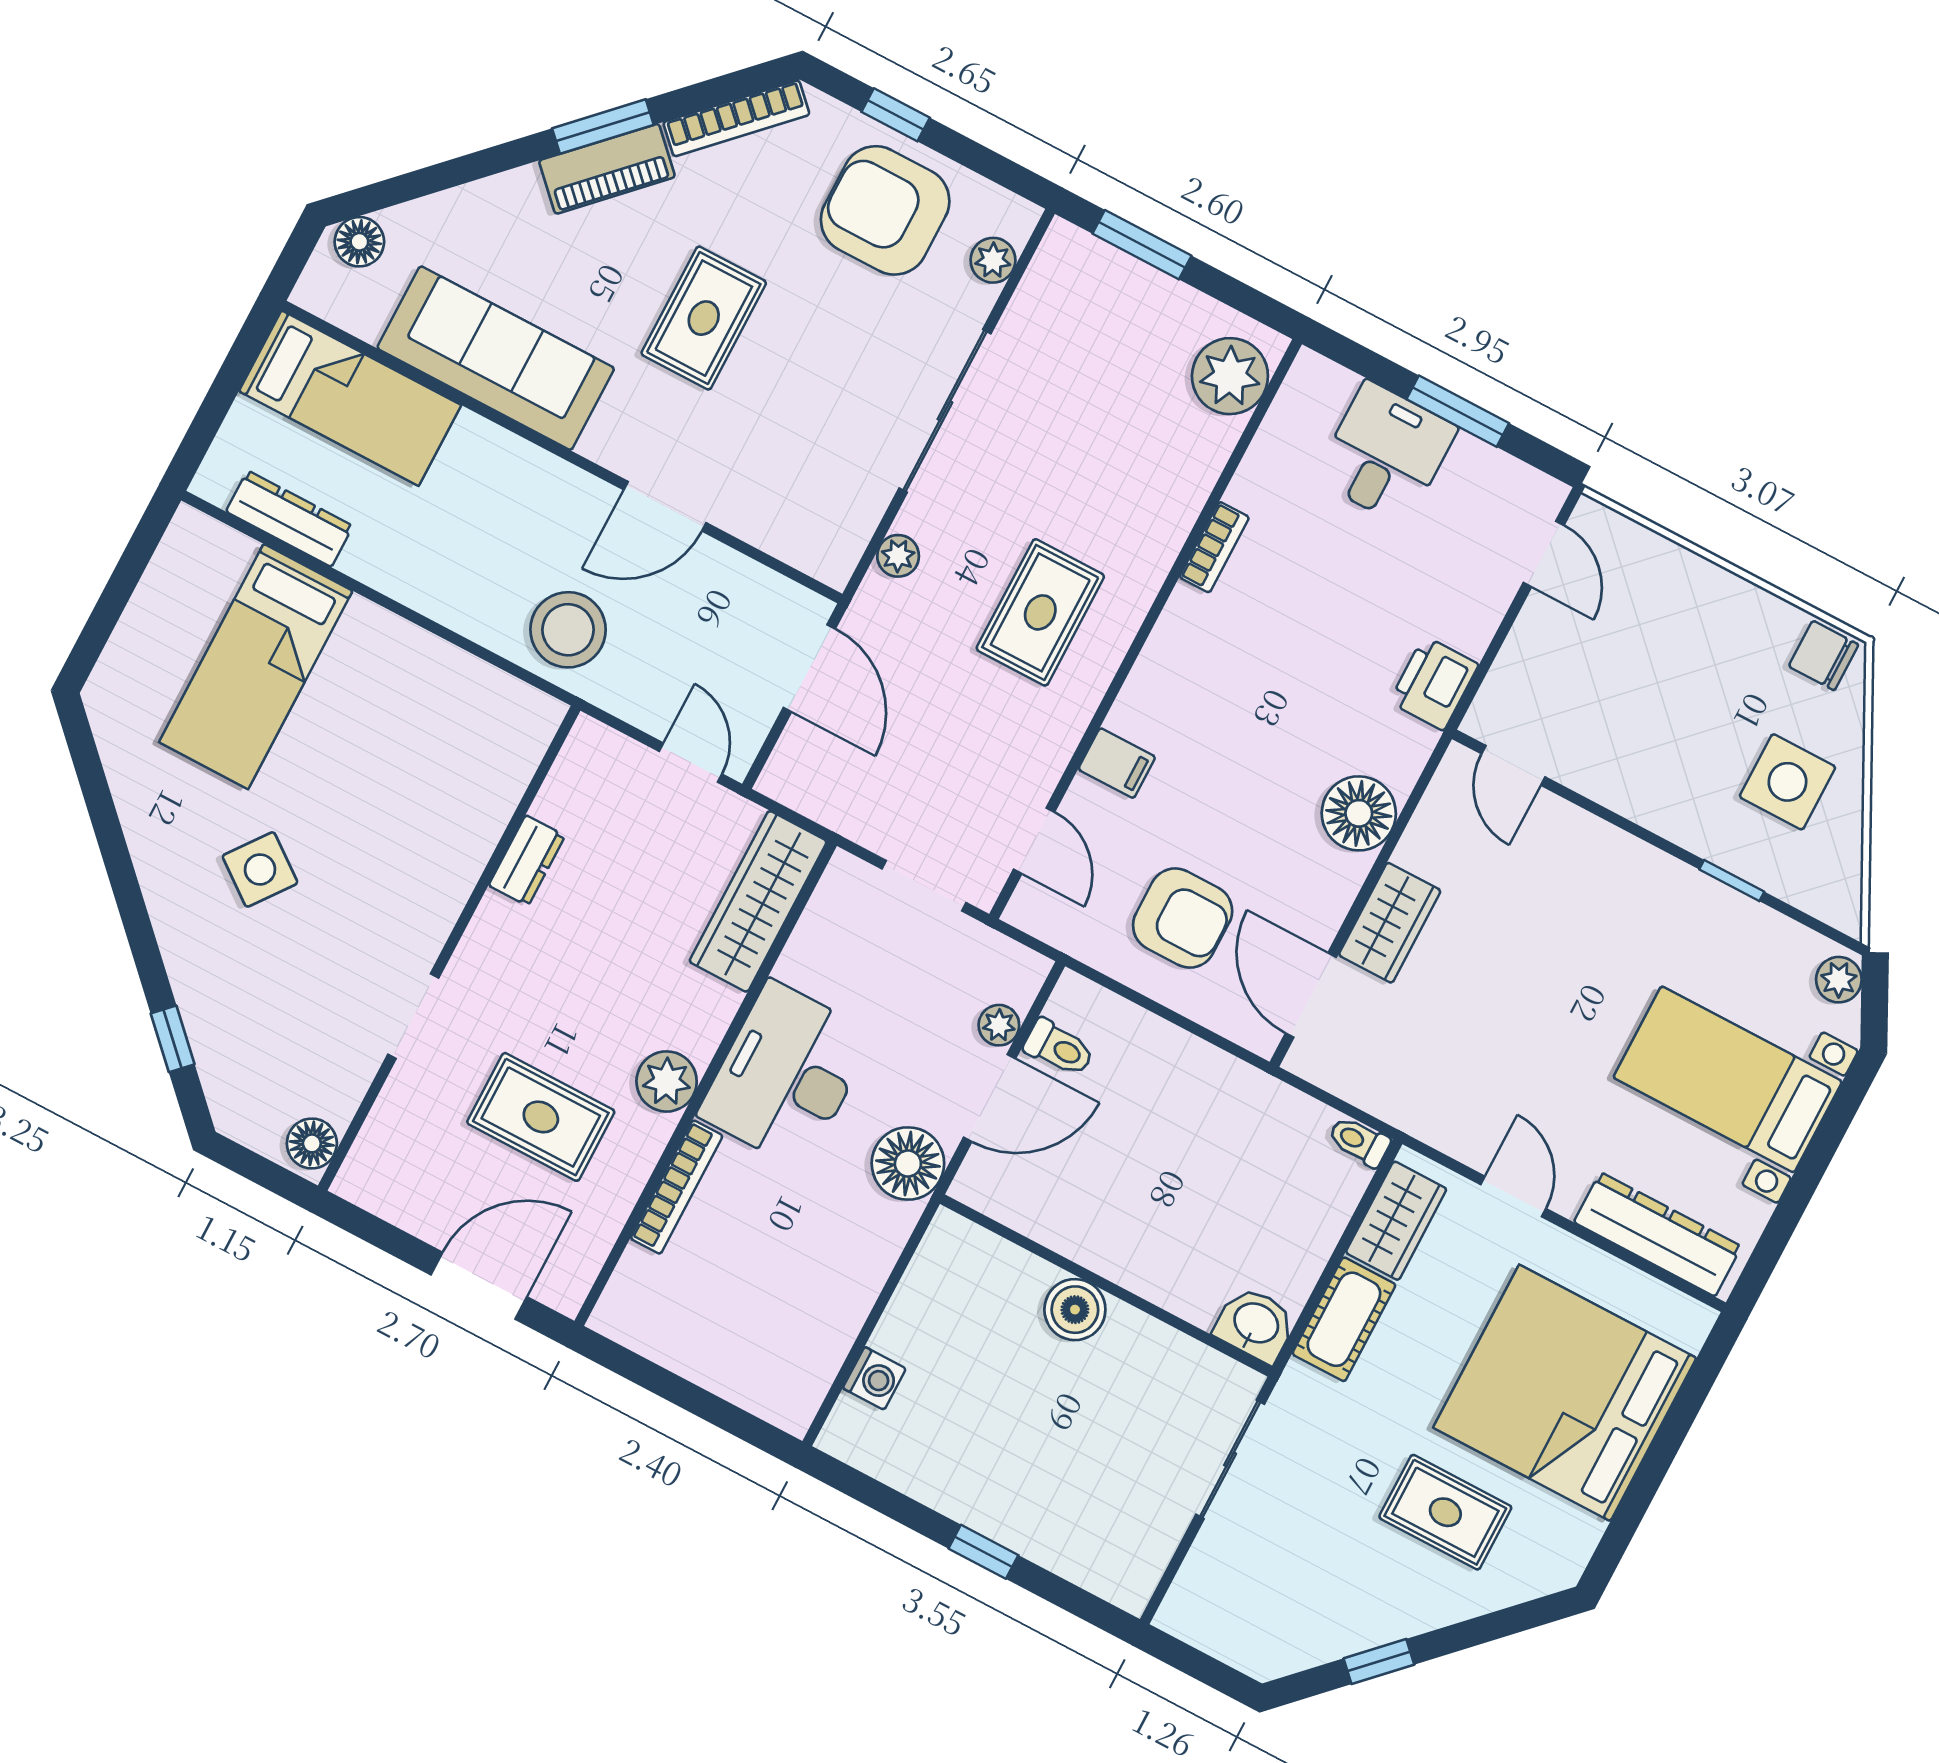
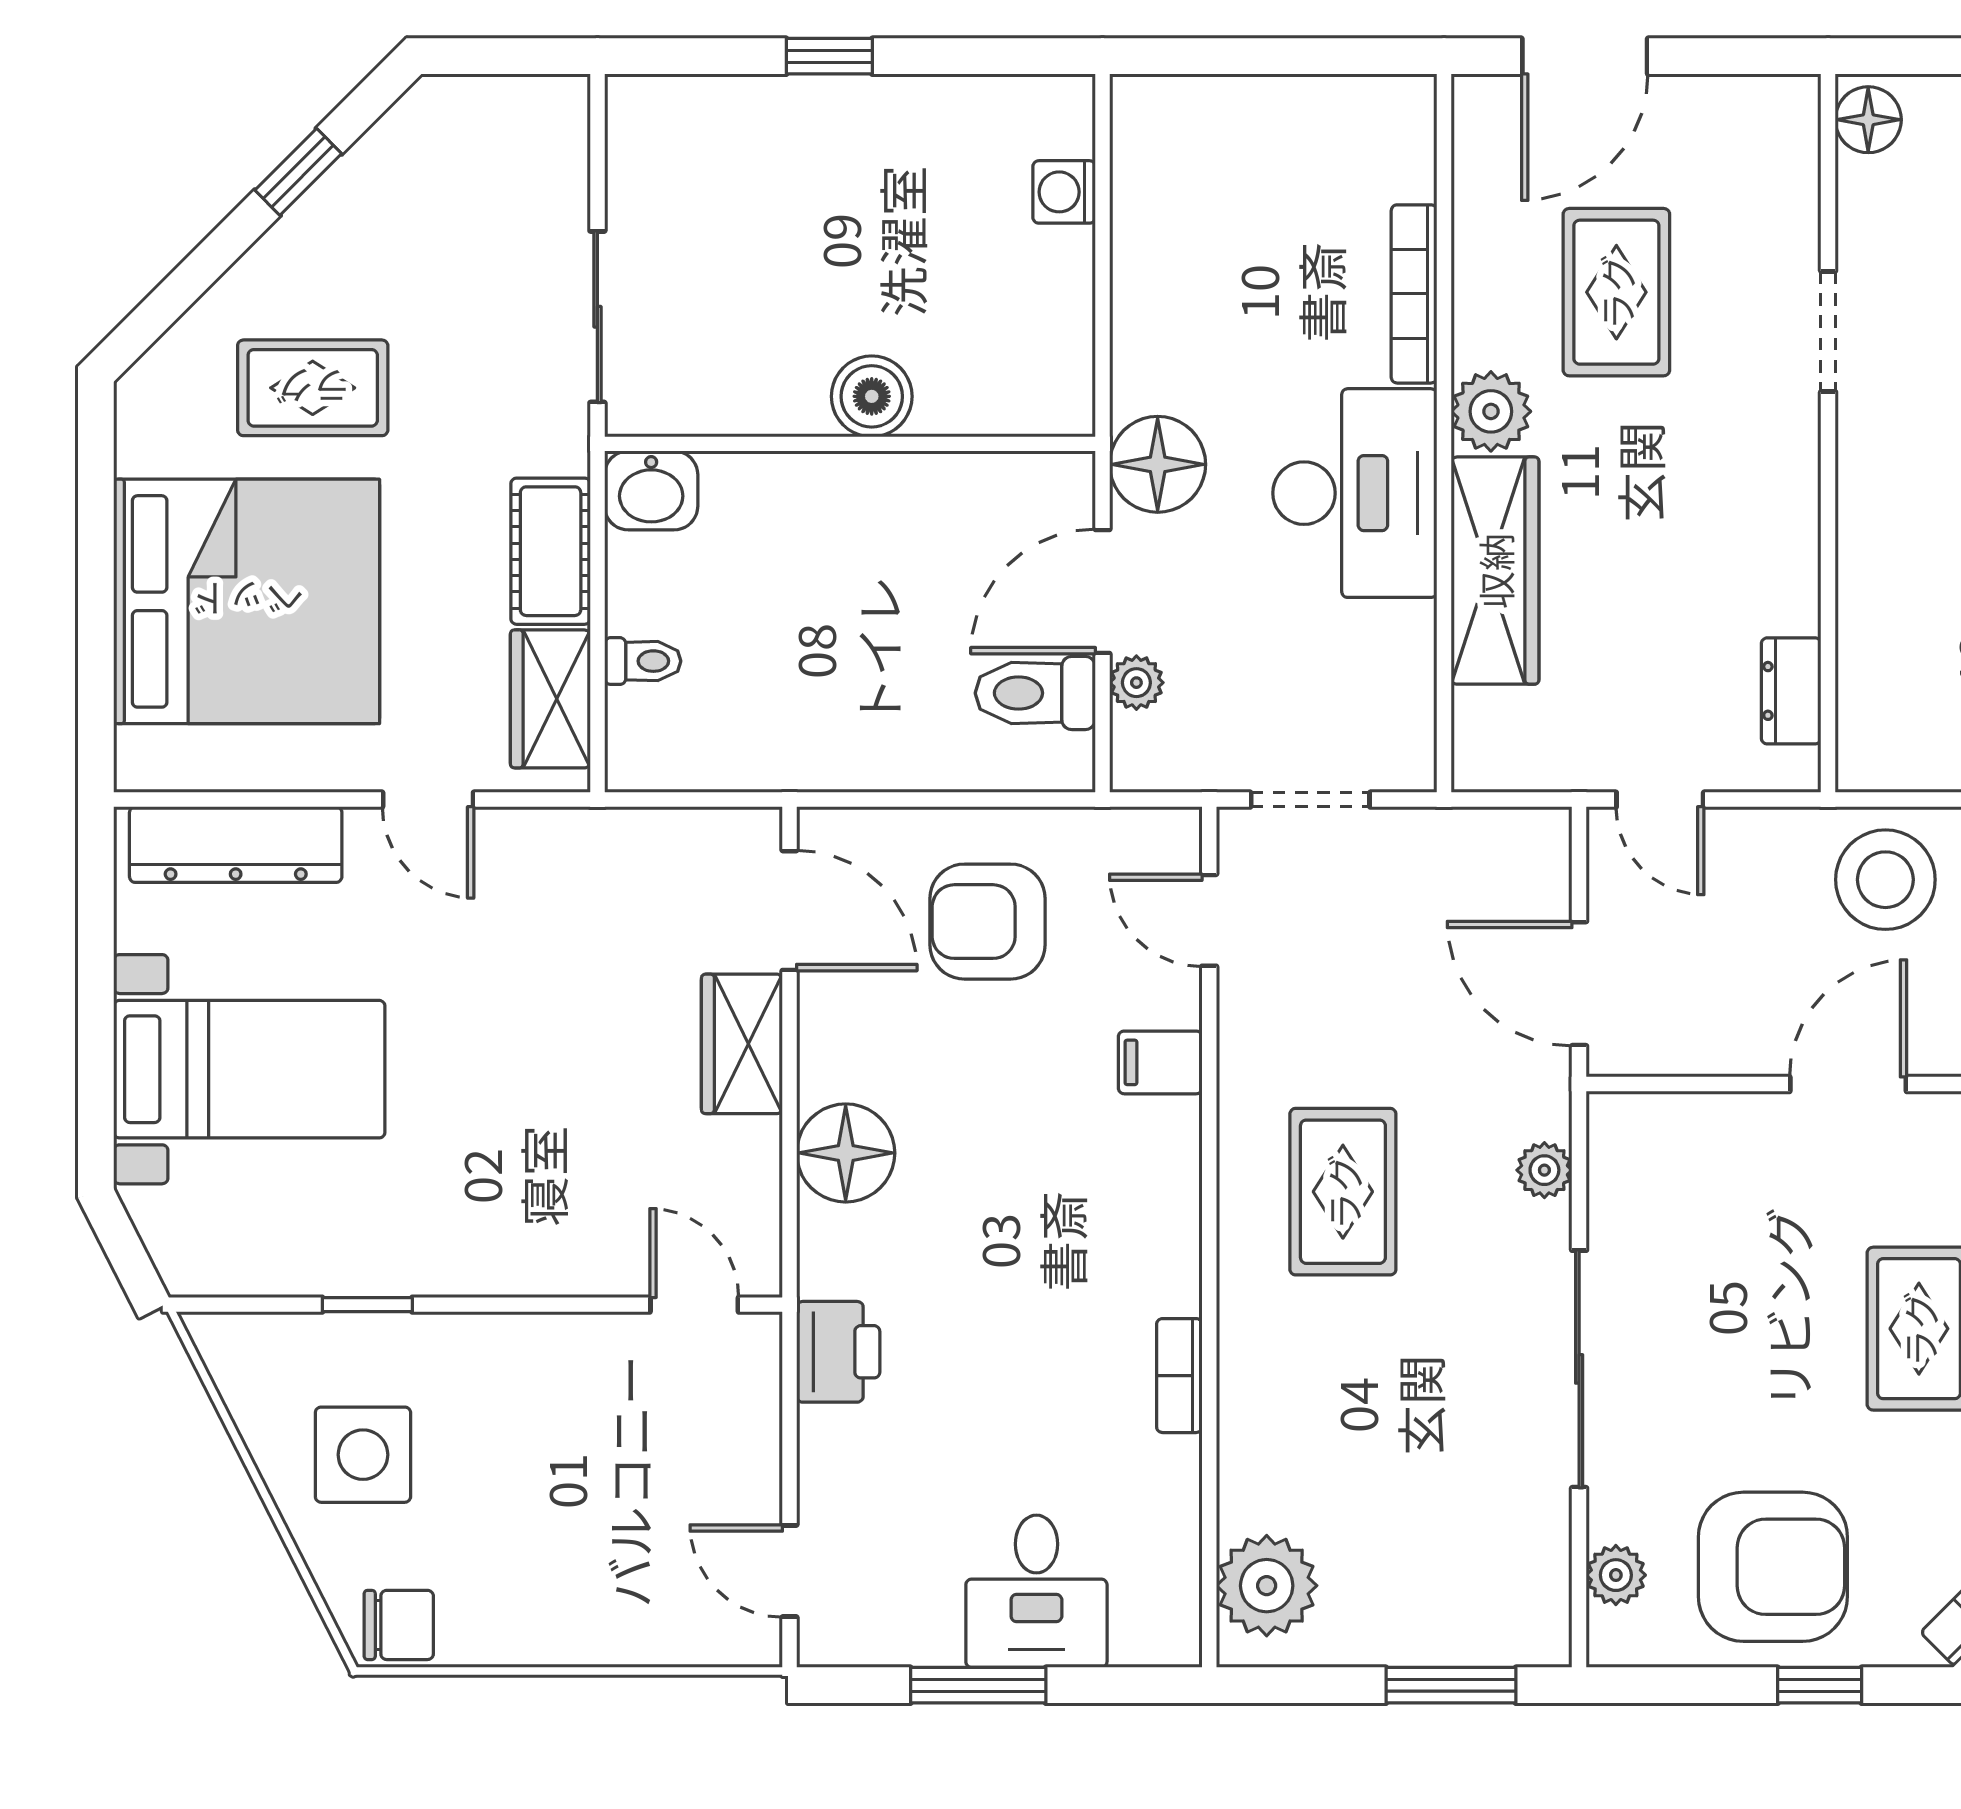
dresser: (527, 861) -> (1791, 691), moved
wardrobe: (758, 901) -> (1495, 571), moved
plant: (1839, 980) -> (181, 1255), removed
toilet: (1059, 1048) -> (1035, 693), width x1.37, depth x1.39
rug: (541, 1117) -> (1616, 292), turned 90
toilet: (1359, 1141) -> (643, 661), moved

